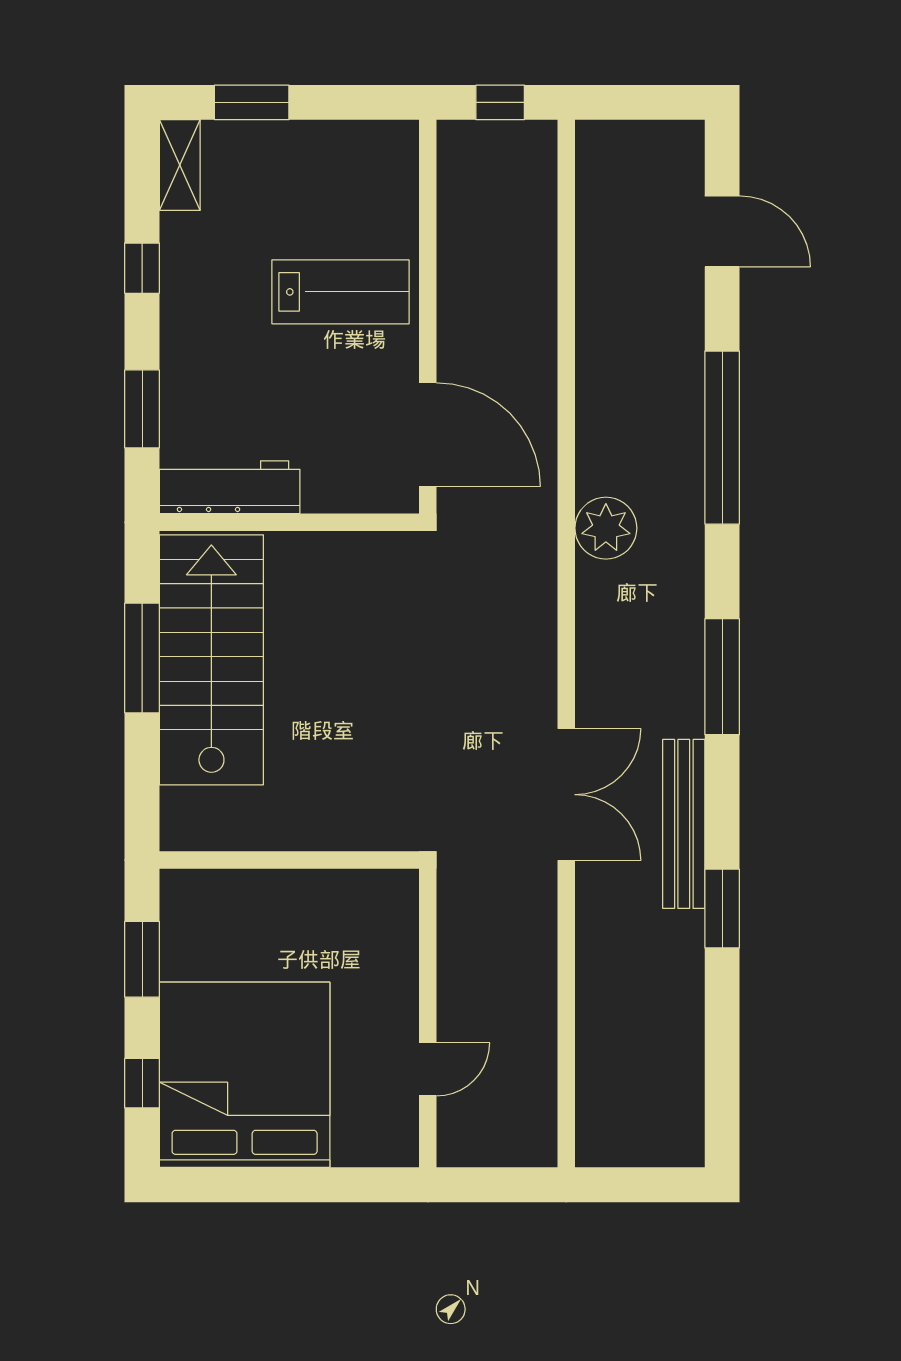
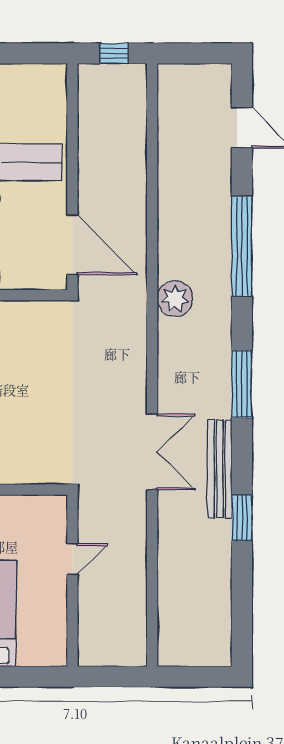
door: (428, 1069) -> (72, 559), moved

